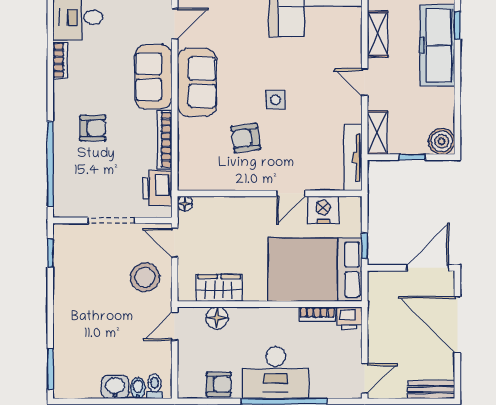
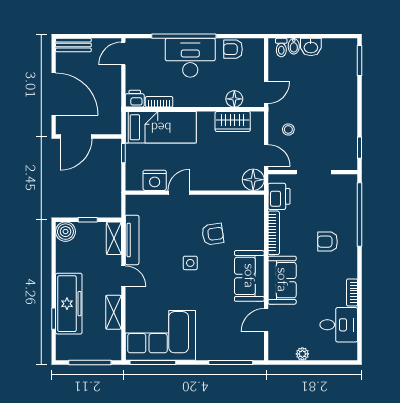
tv unit: (353, 158) -> (132, 240), moved
floor lamp: (185, 204) -> (253, 180), width x1.89, depth x1.89
bed: (315, 270) -> (161, 127), width x0.67
stool: (145, 277) -> (288, 129), width x0.53, depth x0.53

